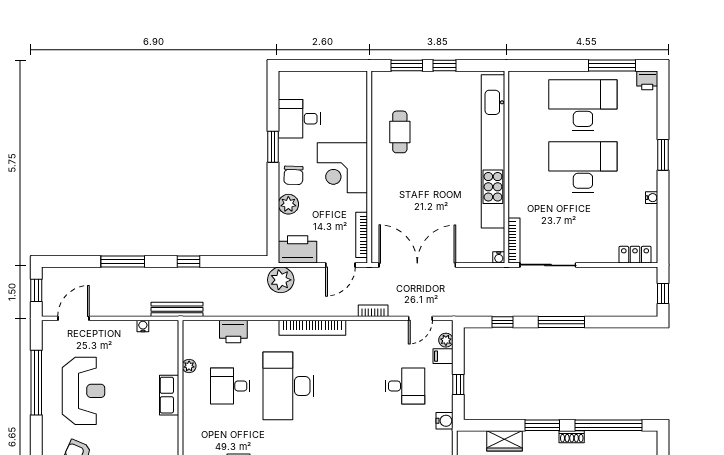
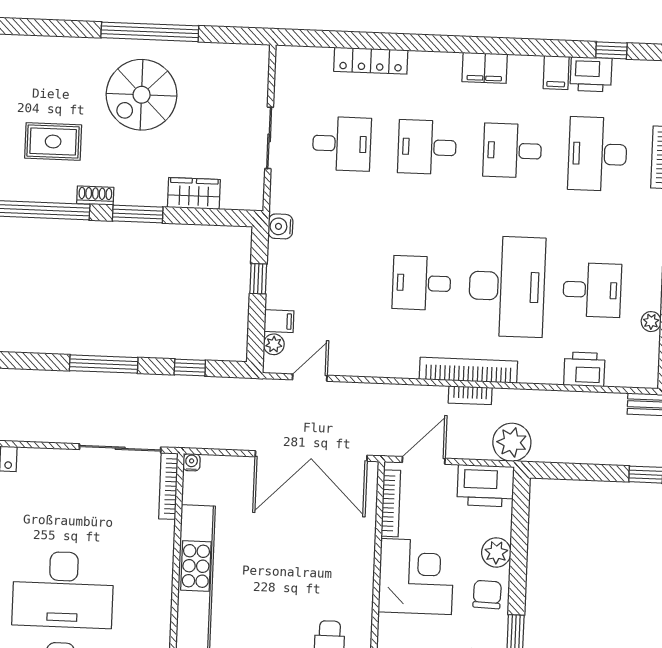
corner desk: (342, 168) -> (416, 577), moved
bookcase: (373, 311) -> (470, 395), moved
desk: (405, 386) -> (422, 283), moved

